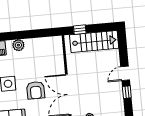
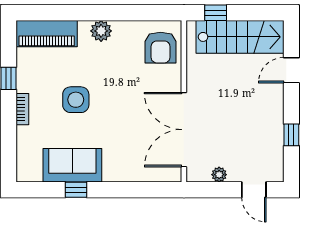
door: (125, 73) -> (291, 70), moved
armchair: (36, 90) -> (161, 48), moved

